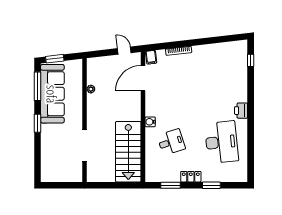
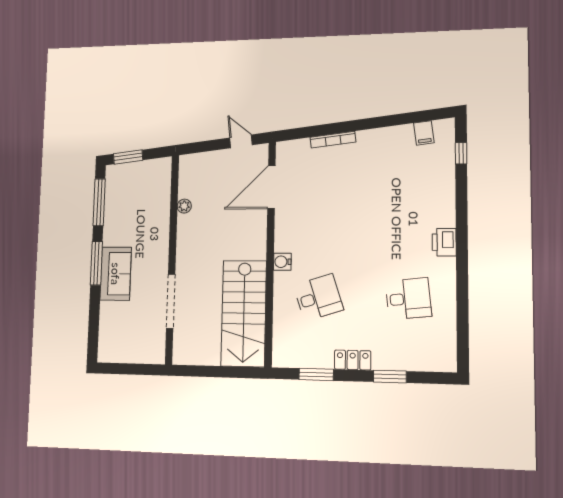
filing cabinet: (151, 57) -> (424, 133), moved
sofa: (52, 94) -> (116, 274), moved, width x0.54, depth x0.79
window: (38, 123) -> (96, 263), width x1.44
desk: (221, 142) -> (408, 299), width x0.53, depth x0.77

